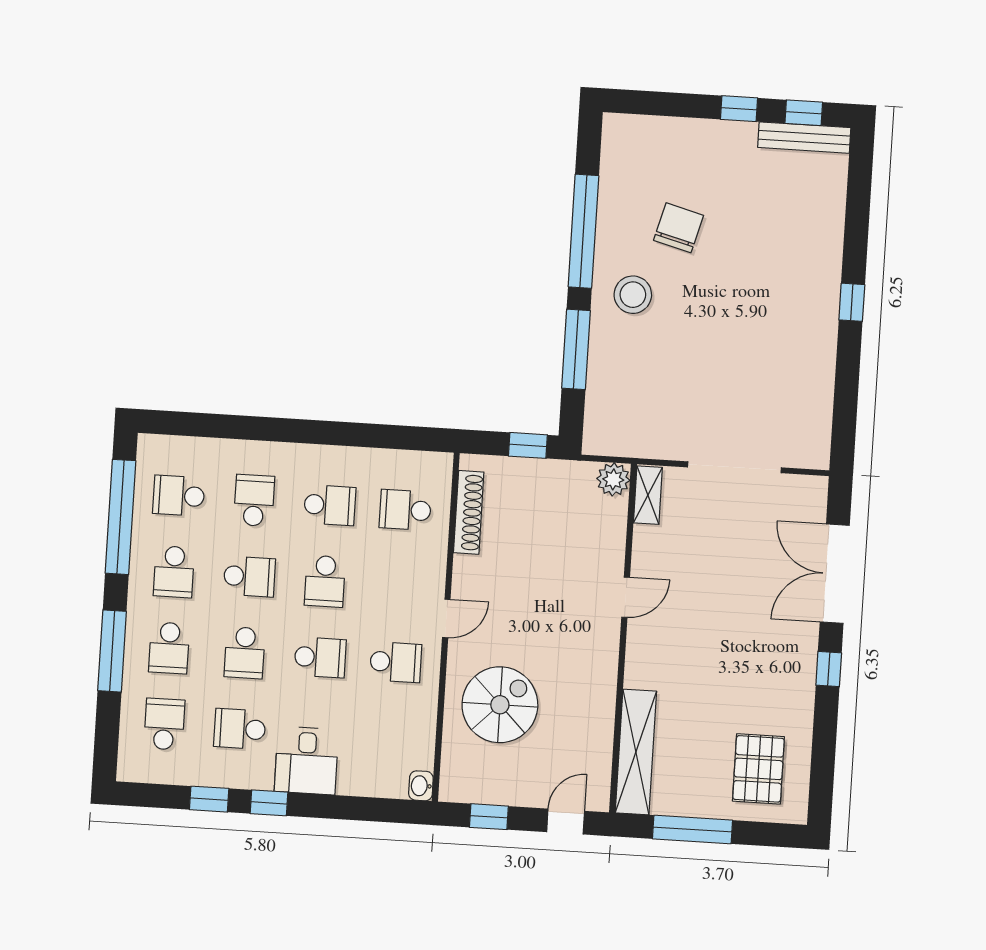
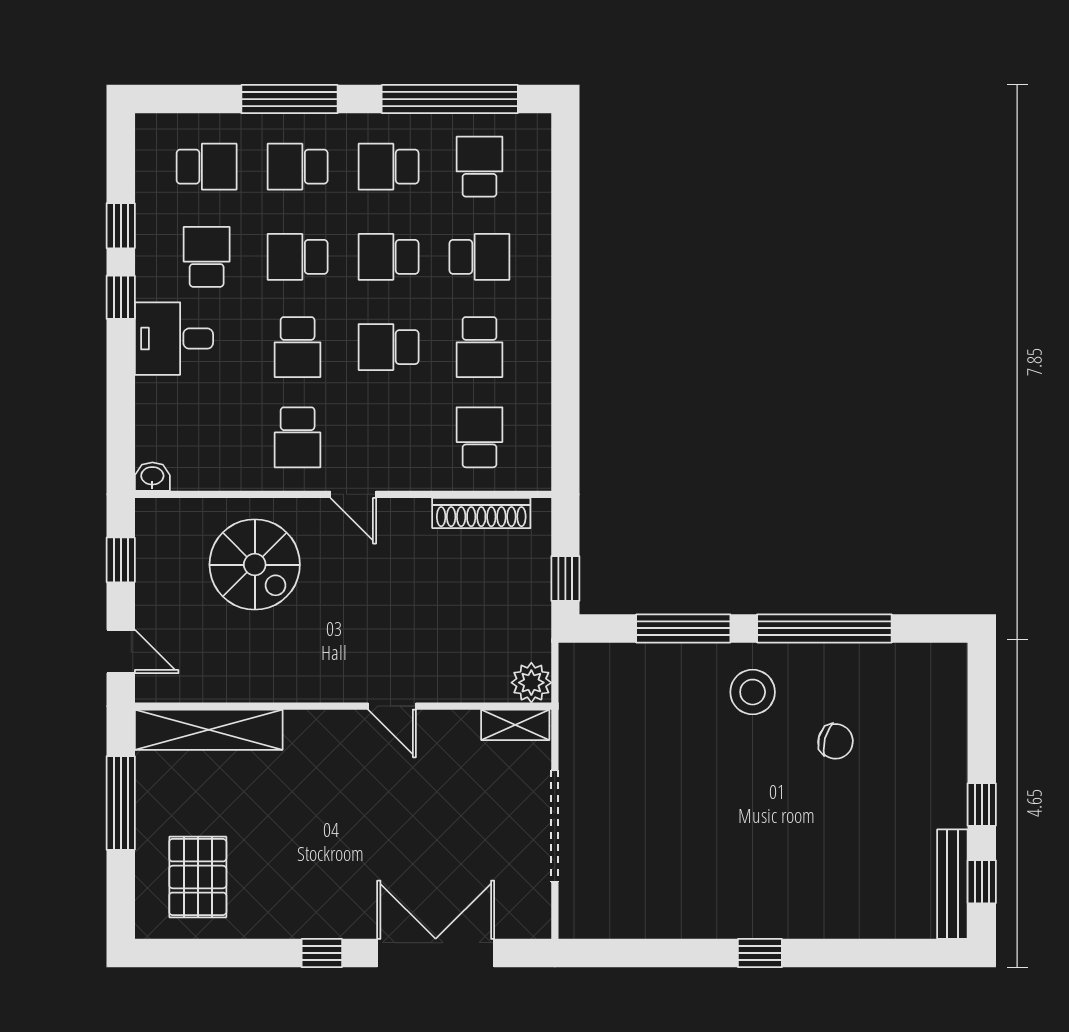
chair: (679, 228) -> (836, 741), width x0.73, depth x0.73
school desk: (249, 577) -> (389, 257), turned 90
pallet: (758, 769) -> (198, 877), turned 90

